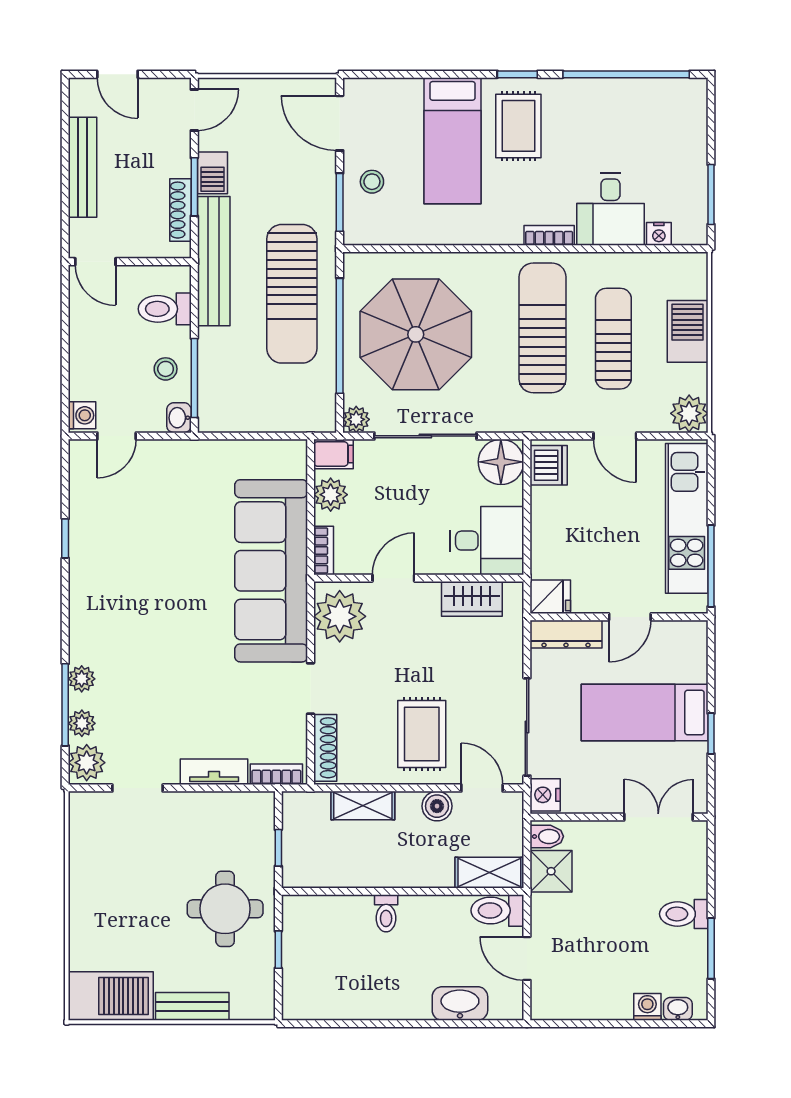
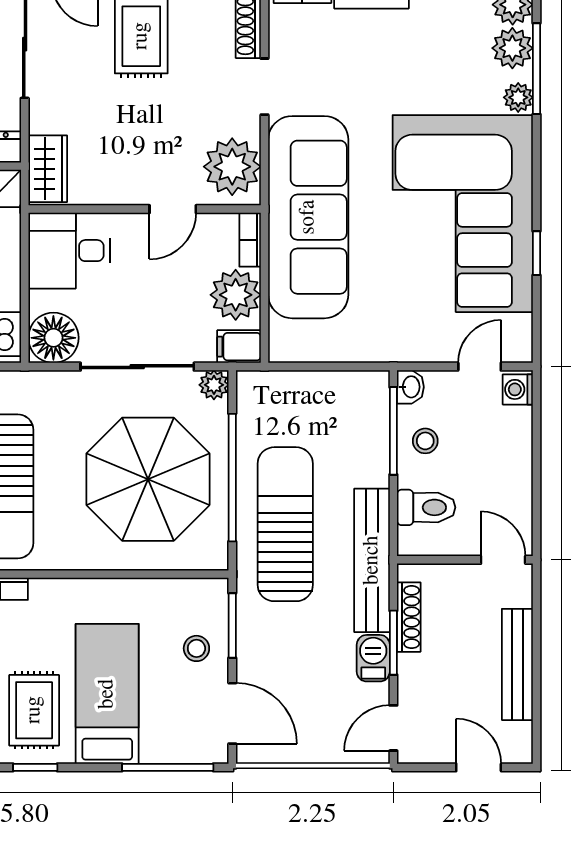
window: (398, 74) -> (168, 767), added
plant: (331, 495) -> (236, 295), width x1.36, depth x1.36
corner sofa: (132, 574) -> (463, 214), added
wardrobe: (472, 599) -> (48, 169), moved, turned 90
plant: (82, 723) -> (512, 48), width x1.38, depth x1.38

